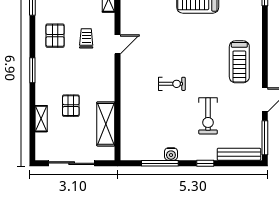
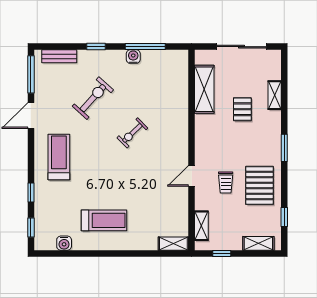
window: (265, 29) -> (31, 192), added
pallet: (55, 36) -> (260, 185), width x1.50, depth x1.42
exercise bike: (172, 84) -> (132, 133), turned -44
exercise bike: (208, 116) -> (93, 98), turned 42
bench: (239, 154) -> (59, 56), width x0.73

